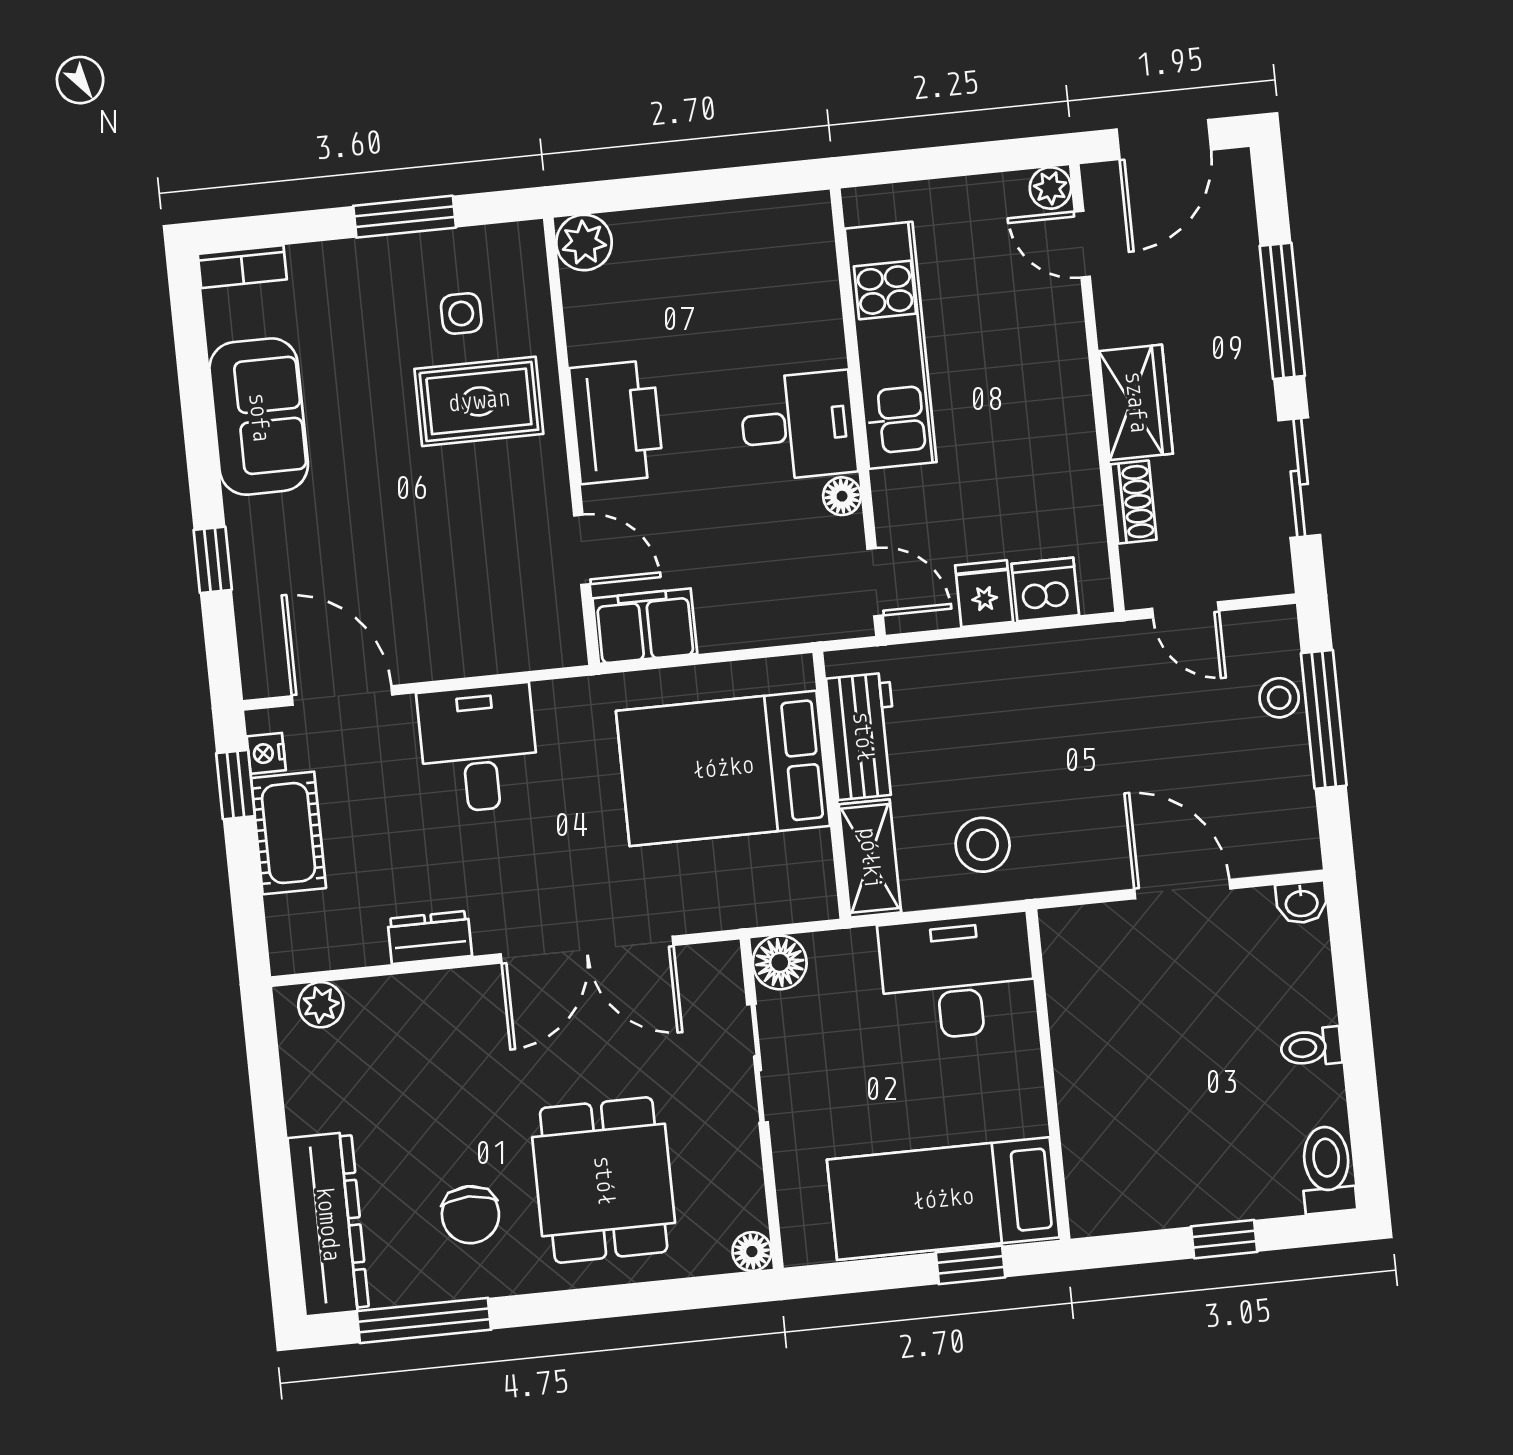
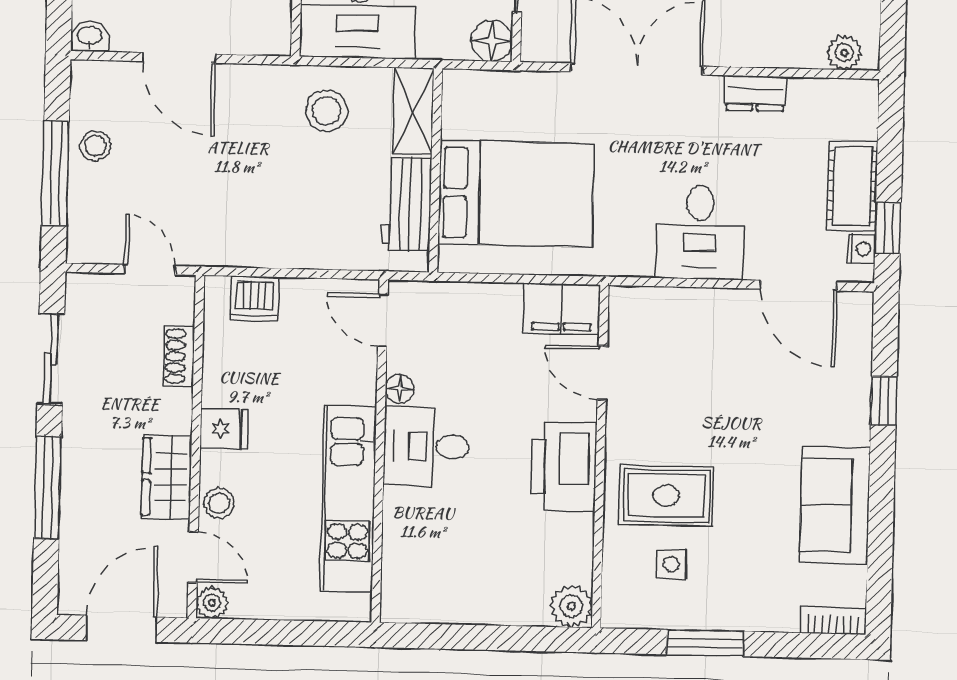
stool: (1057, 318) -> (219, 503), added
wardrobe: (1136, 402) -> (167, 477), moved
fridge: (984, 594) -> (224, 429), moved, turned -90
stool: (1279, 698) -> (95, 146), moved

